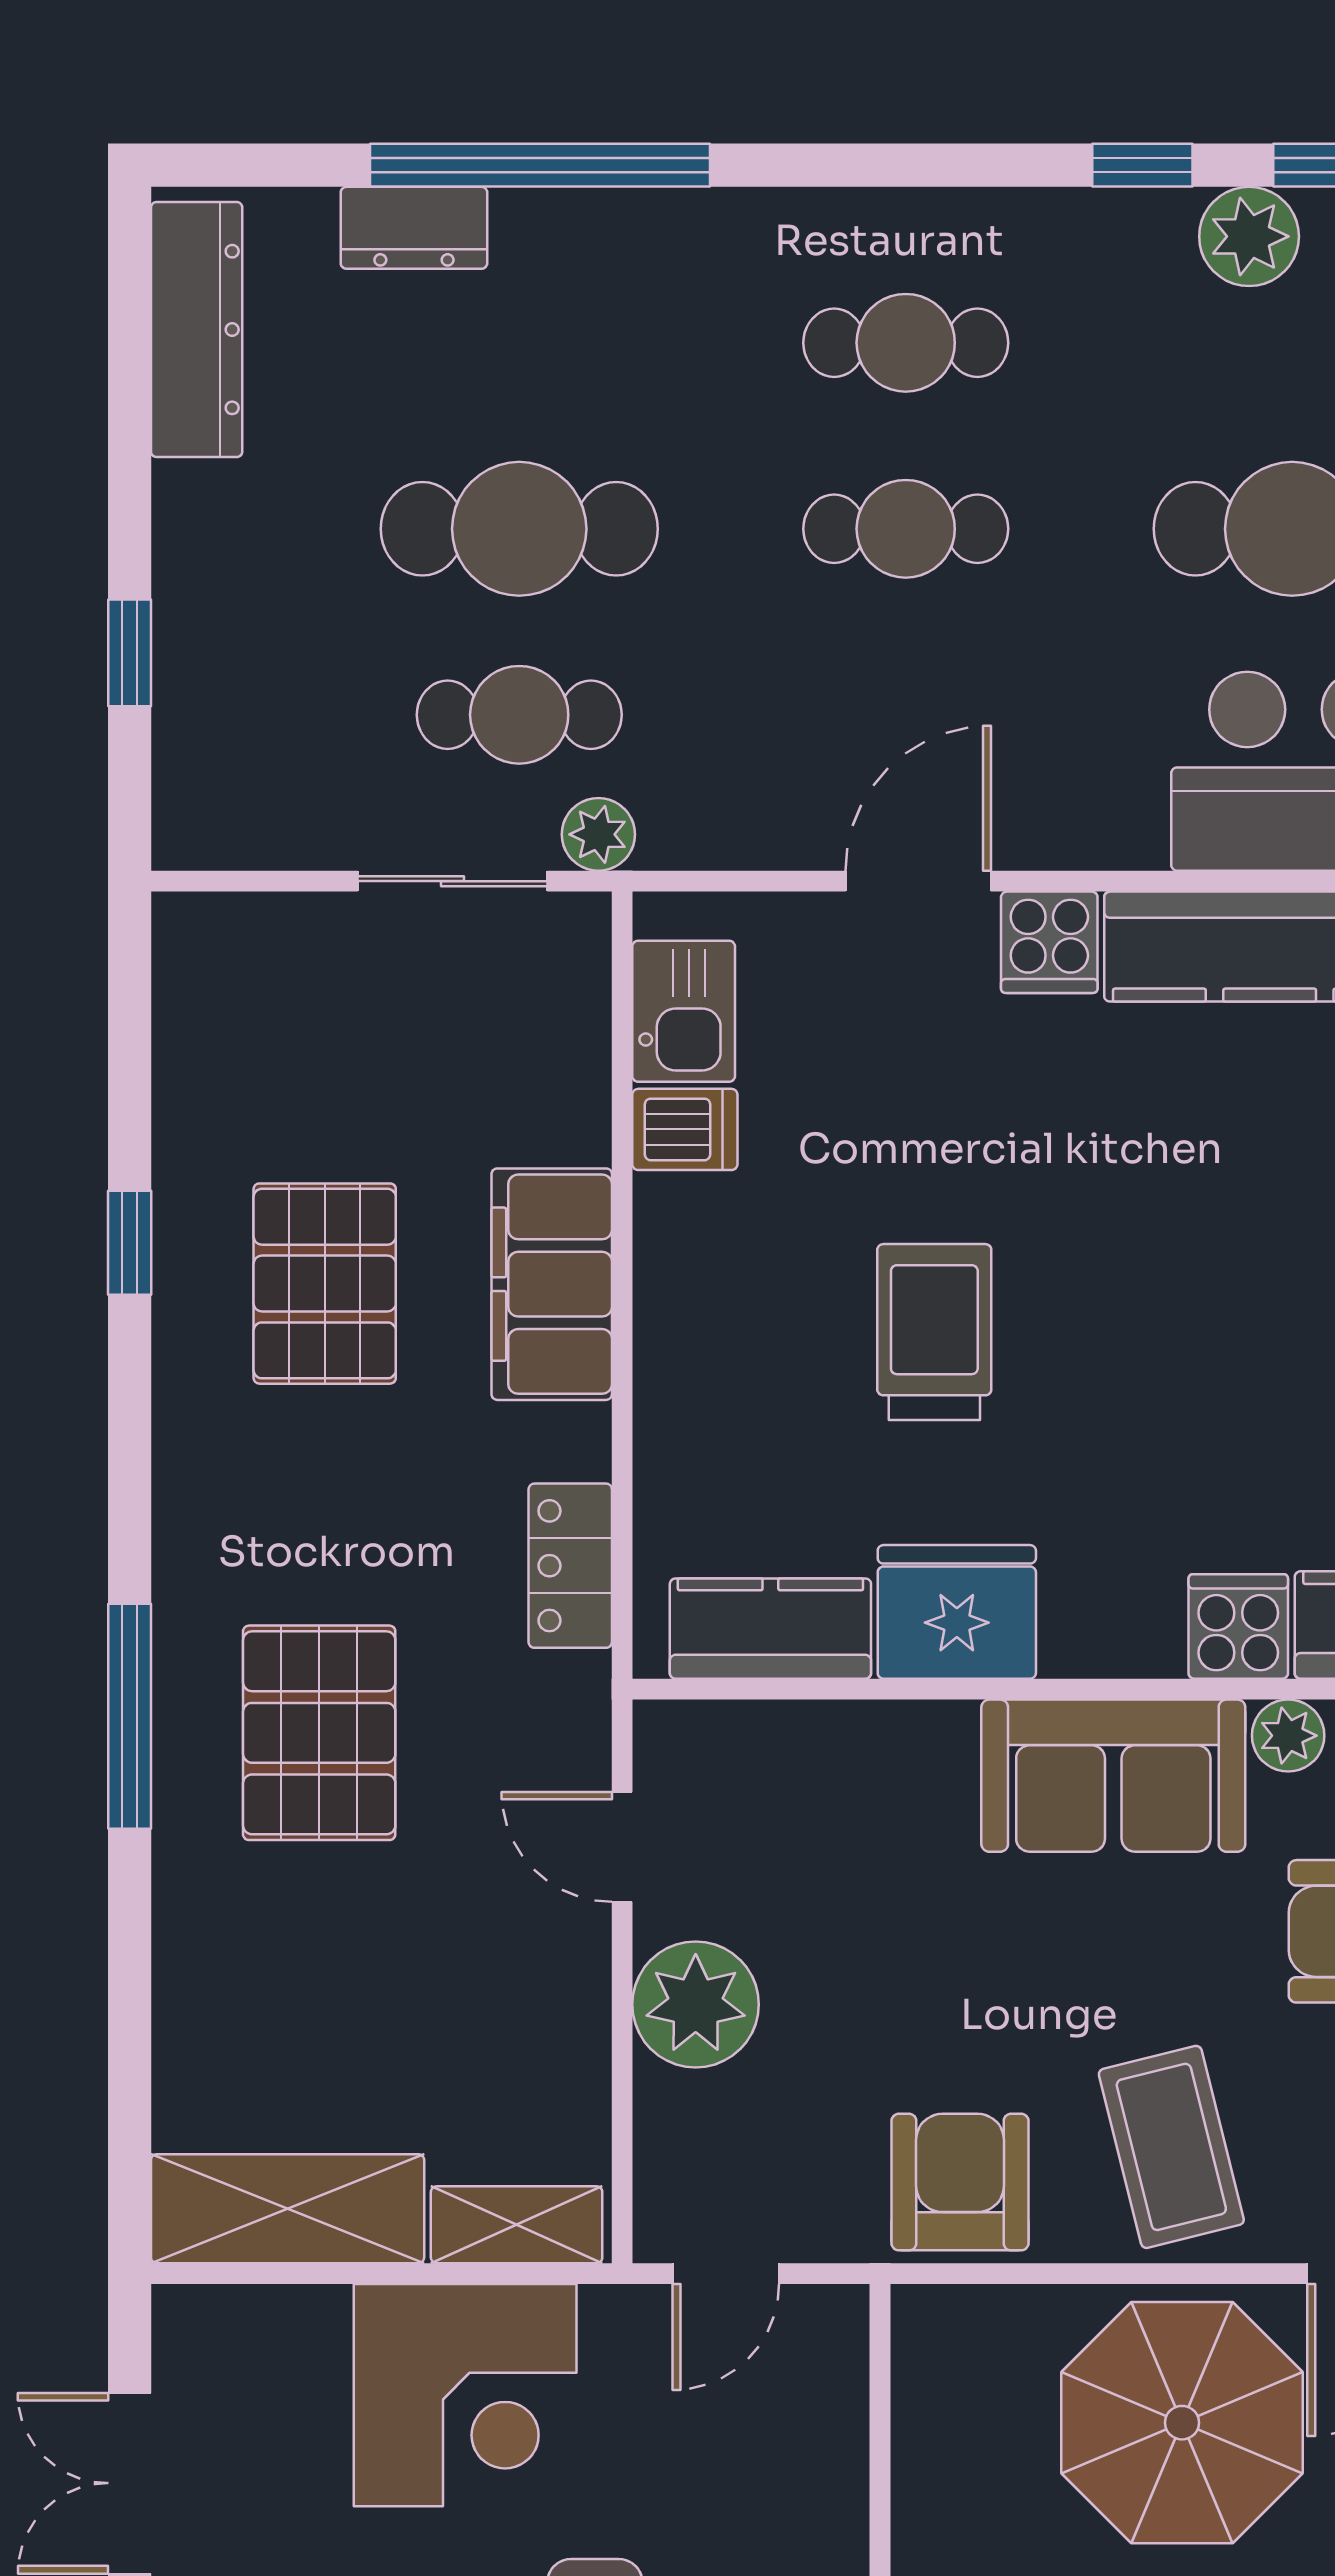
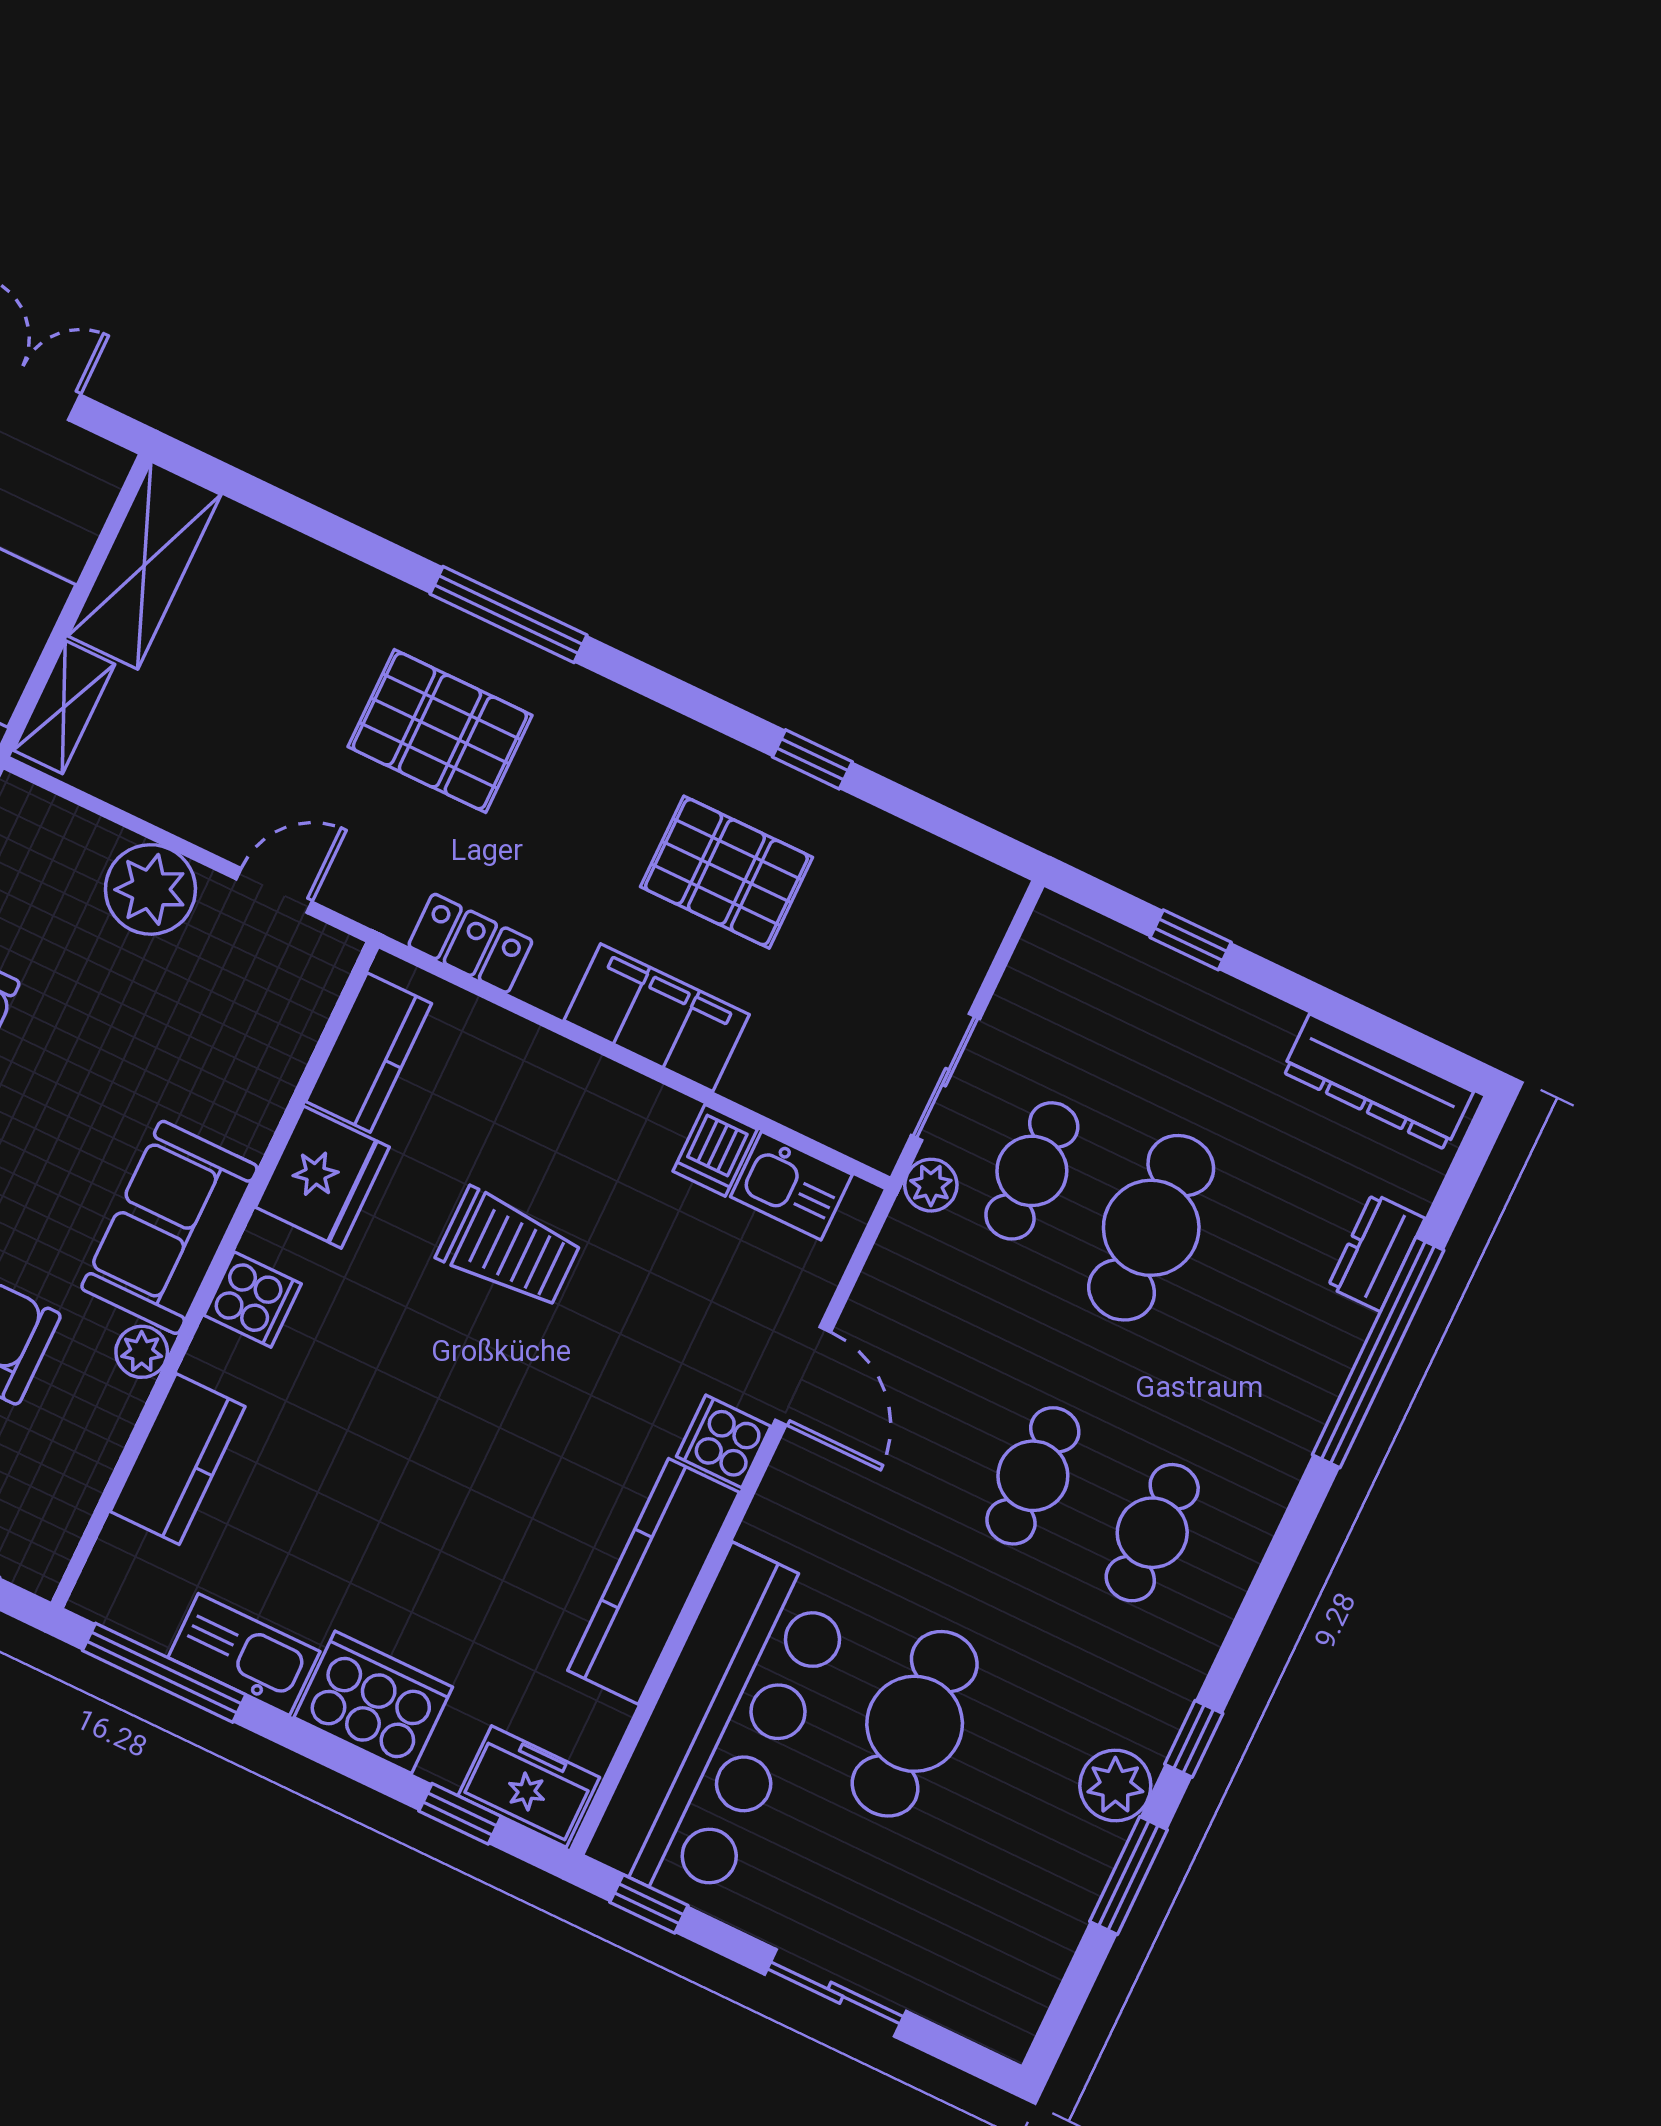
cooker: (1238, 1626) -> (253, 1300), moved

